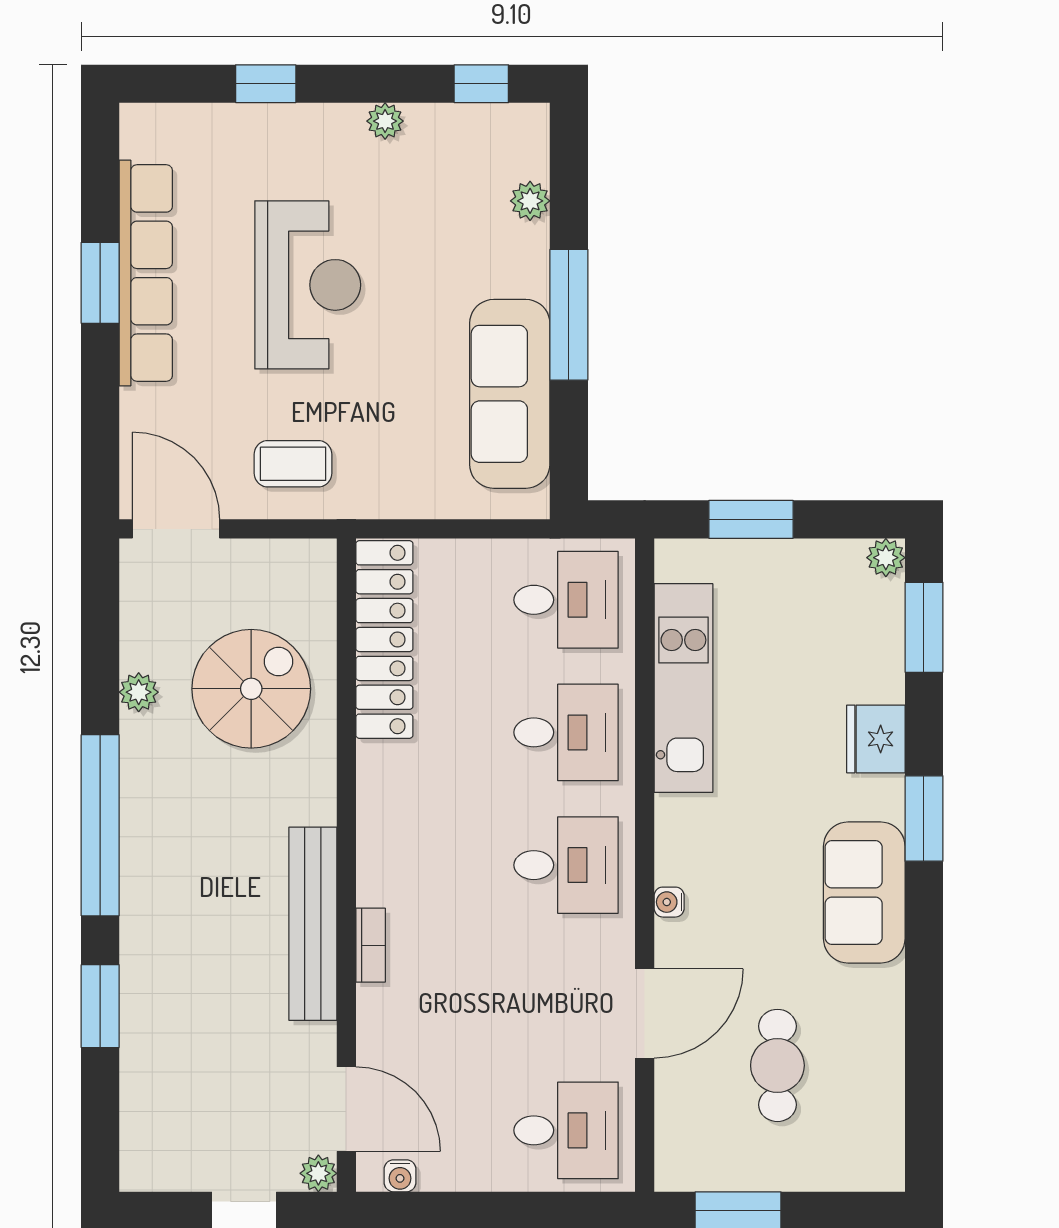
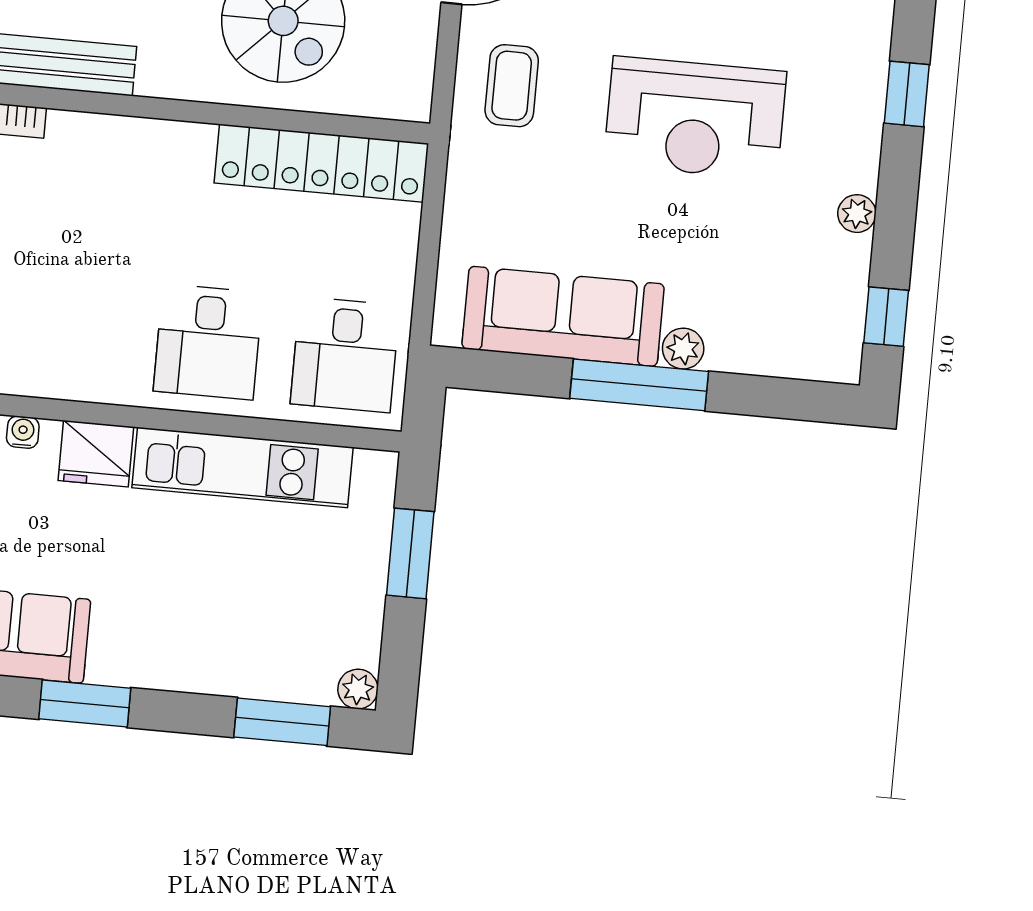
plant: (530, 201) -> (683, 349), moved
fridge: (876, 739) -> (96, 454), moved, turned 180
desk: (566, 865) -> (71, 329), removed

